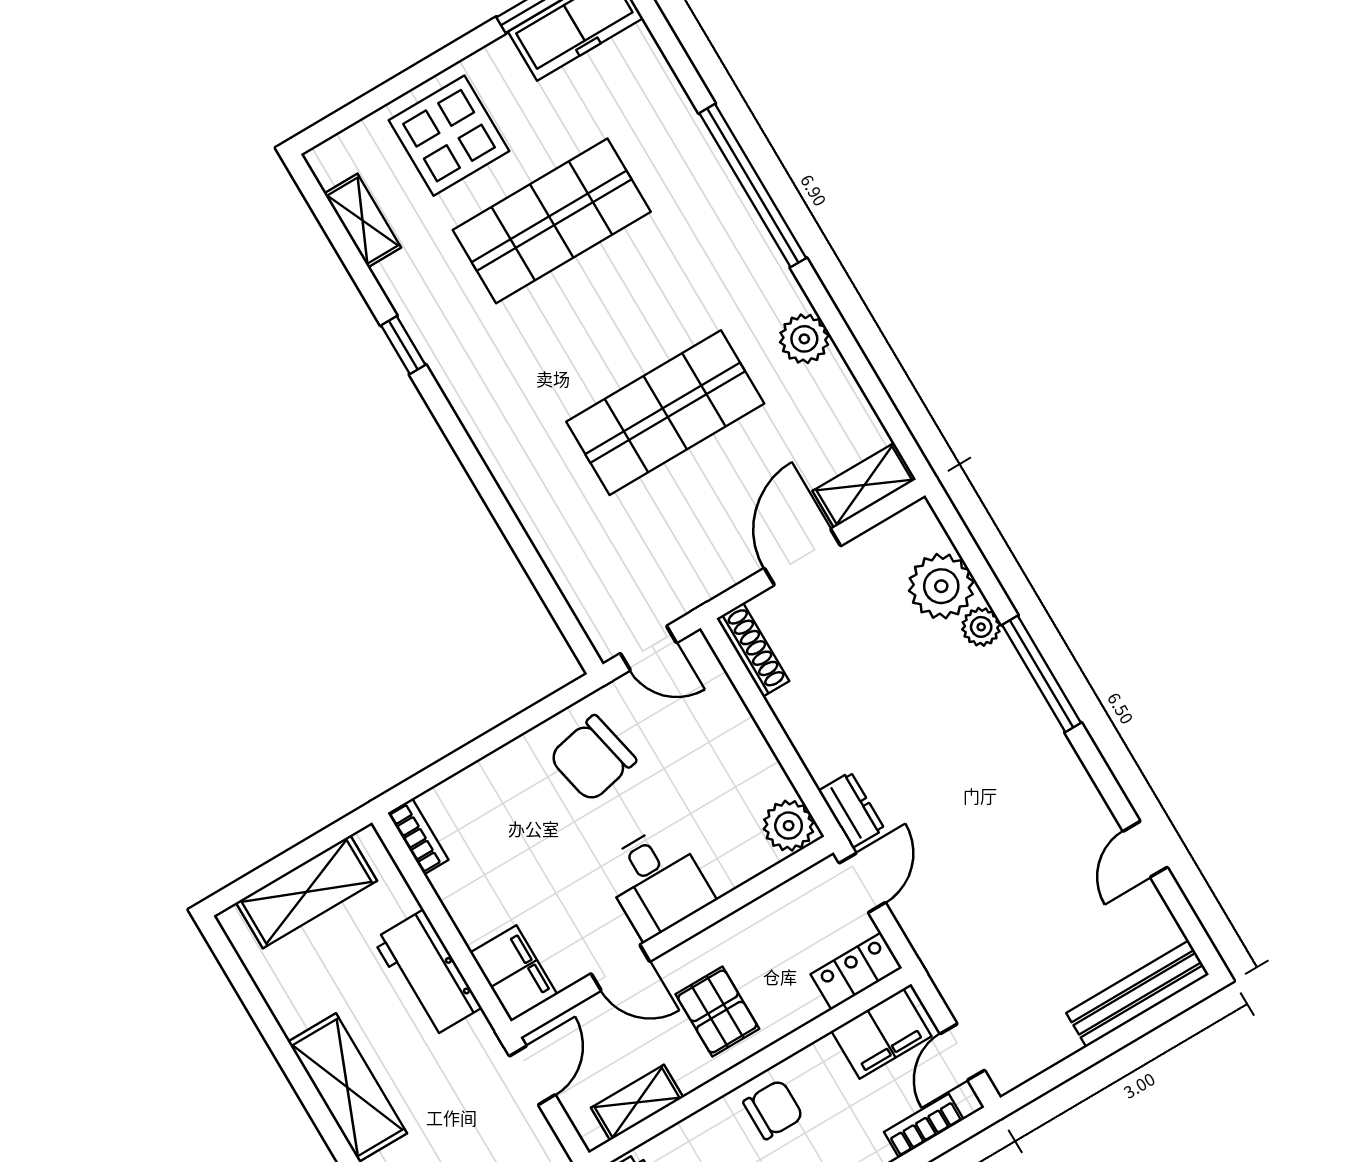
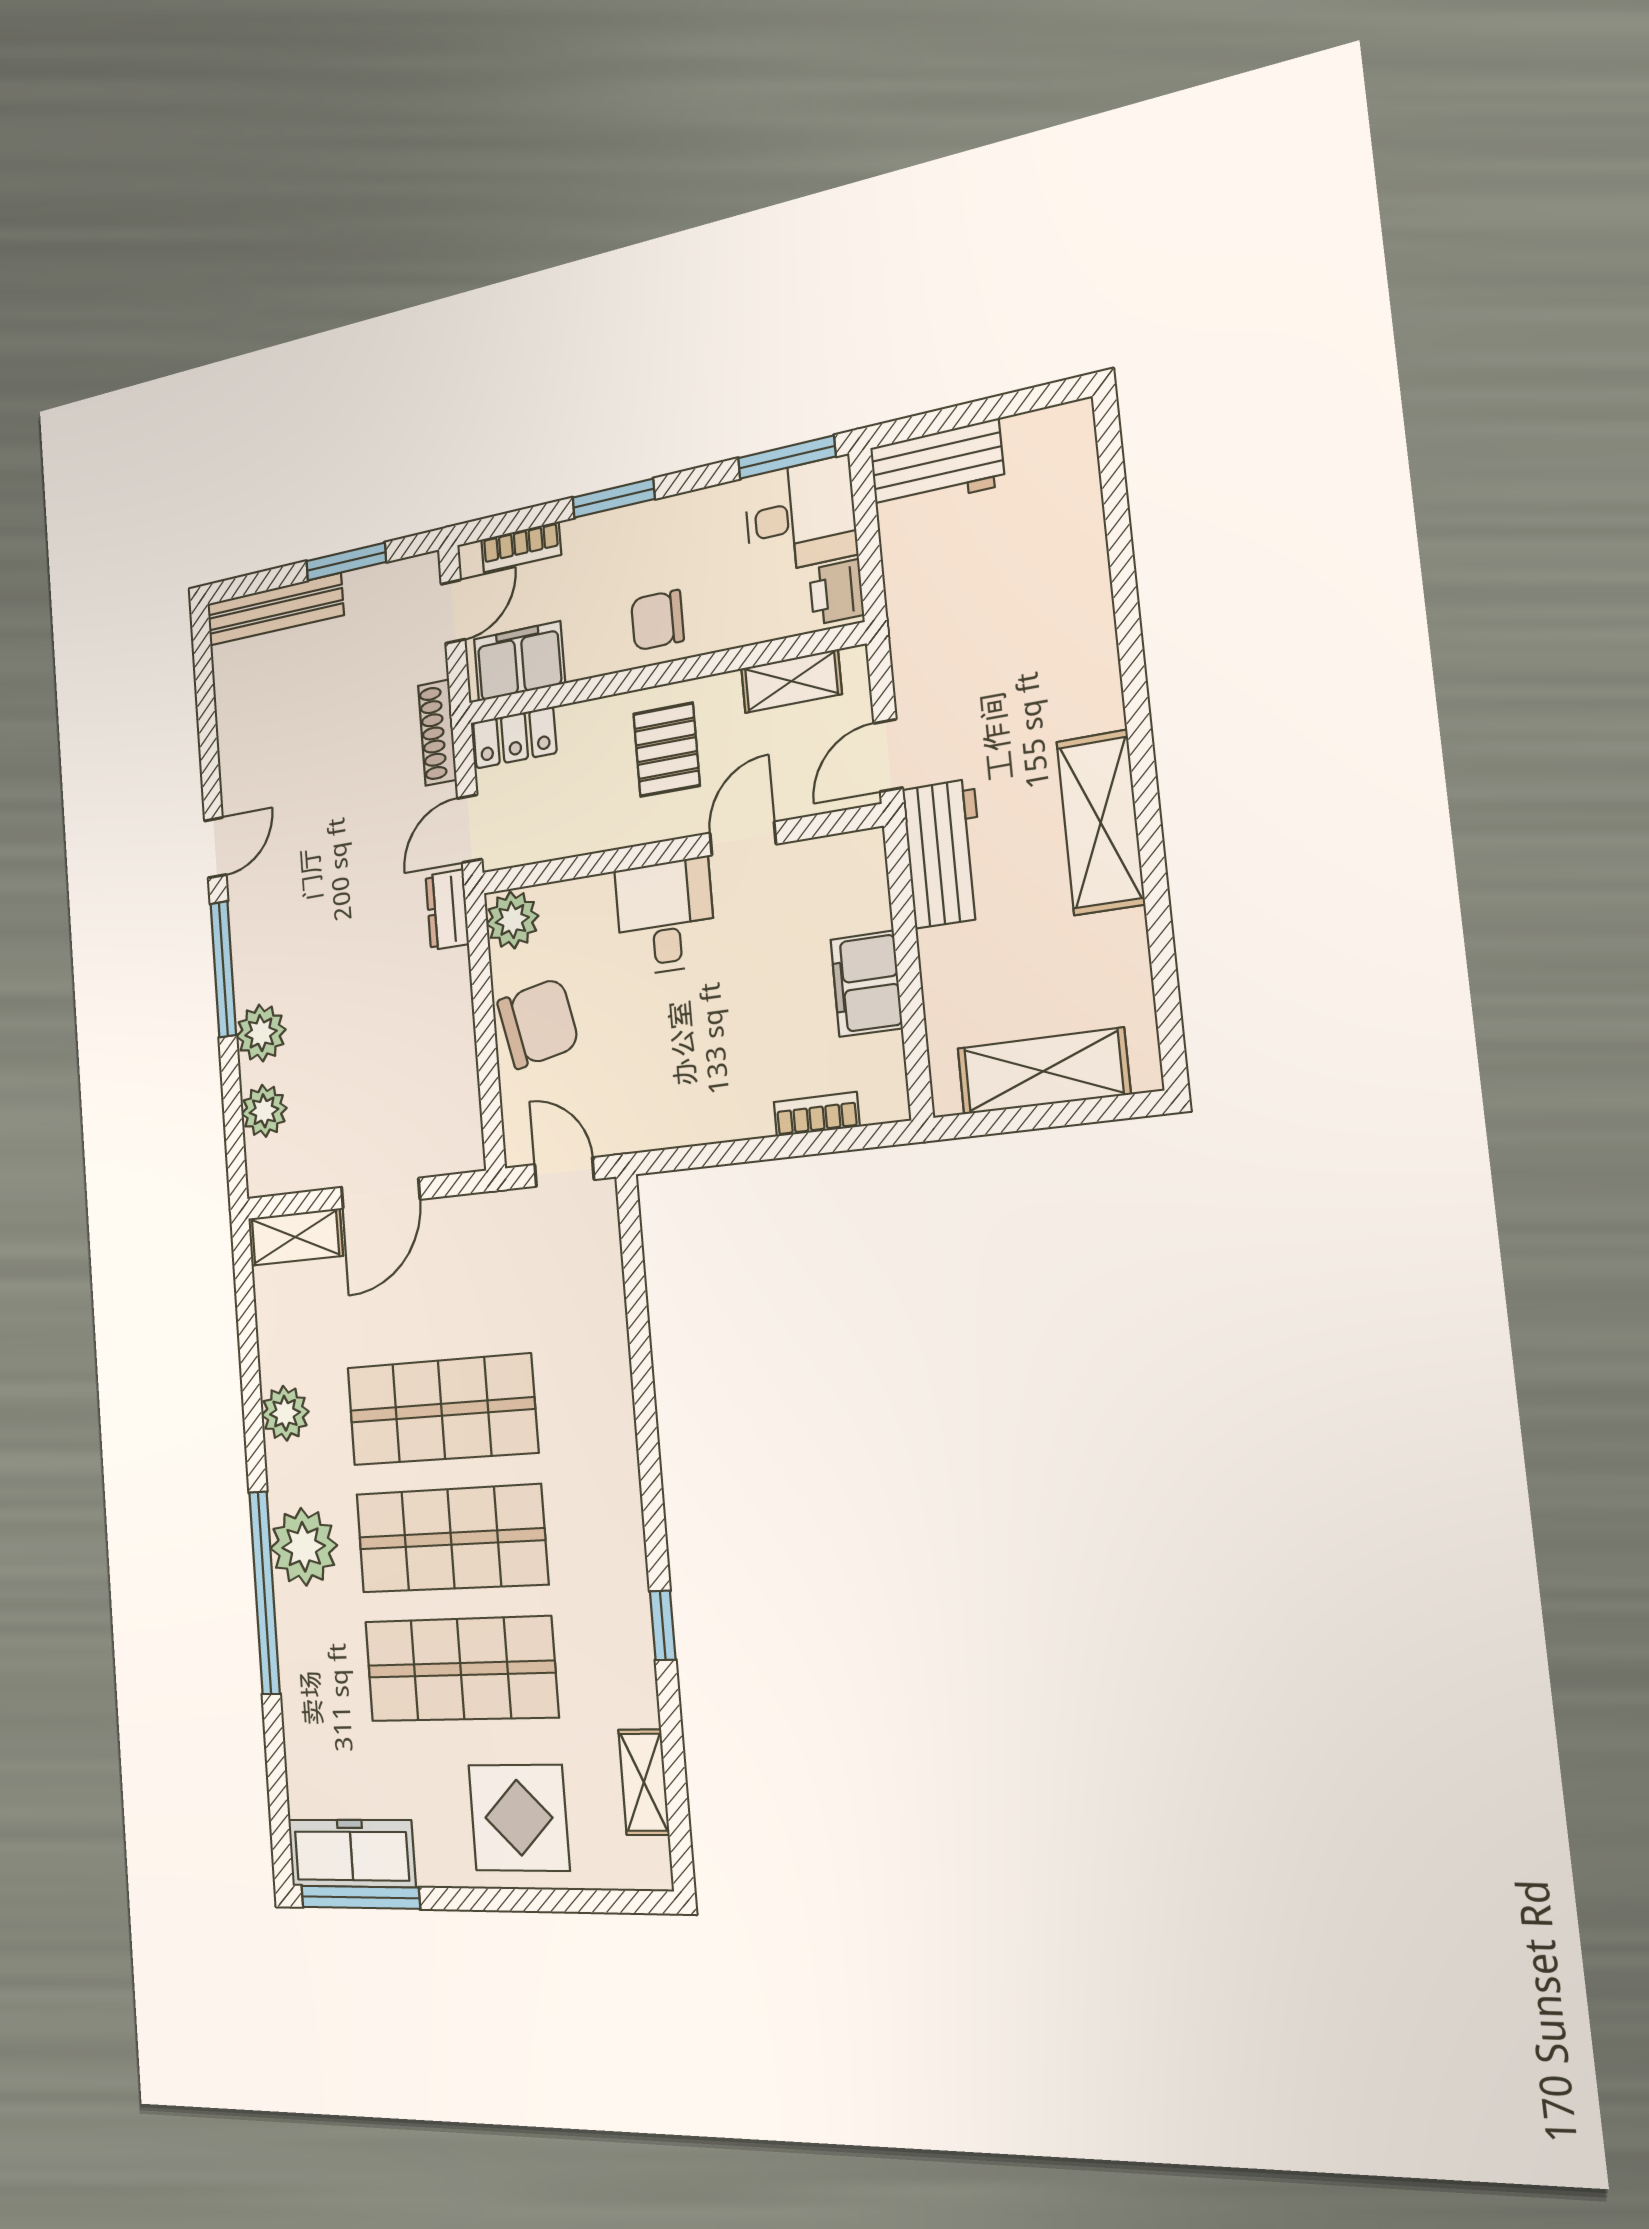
plant: (735, 241) -> (304, 1547), added
shop shelf: (608, 317) -> (451, 1539), added
plant: (941, 586) -> (264, 1111), width x0.73, depth x0.73
plant: (981, 627) -> (261, 1033), width x1.38, depth x1.38
shoe rack: (753, 650) -> (437, 733), moved
chair: (593, 759) -> (538, 1023), moved
bookcase: (418, 836) -> (817, 1114), moved, turned 90
door: (1145, 849) -> (215, 848), moved
door: (620, 968) -> (743, 839), hinge flipped
filing cabinet: (514, 973) -> (866, 984), moved
workbench: (427, 974) -> (944, 853), moved
window: (1086, 1058) -> (346, 562), added

